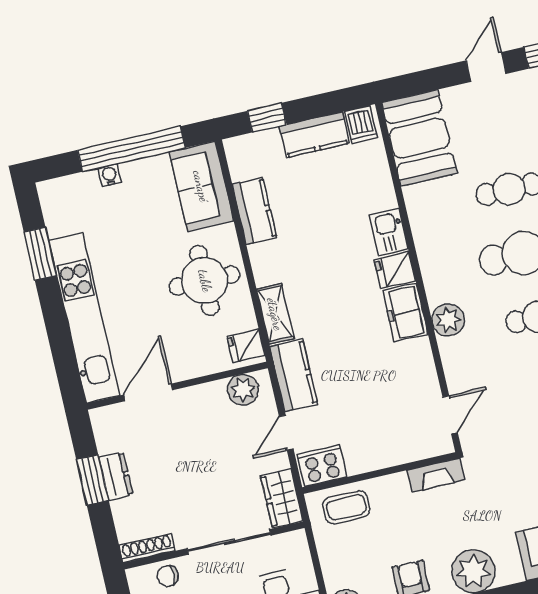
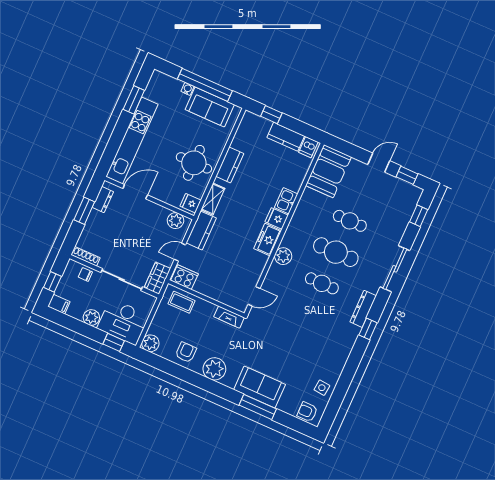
sofa: (201, 186) -> (210, 107), moved, turned -90
kitchen counter: (254, 211) -> (230, 165), moved
dresser: (116, 476) -> (103, 200), moved

